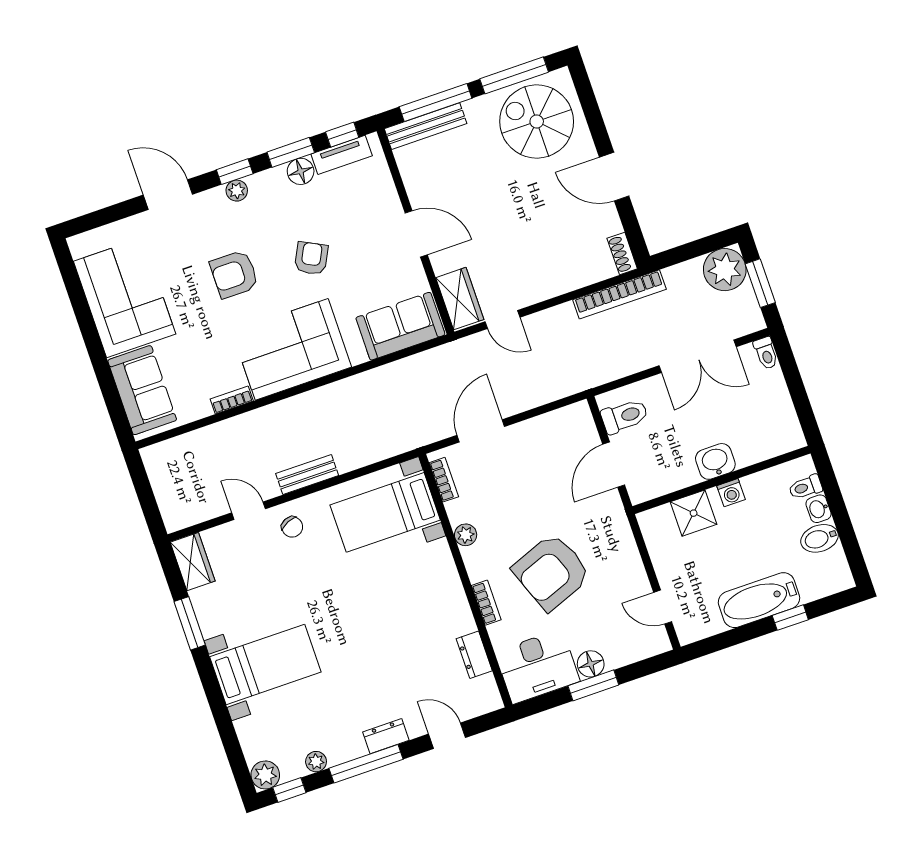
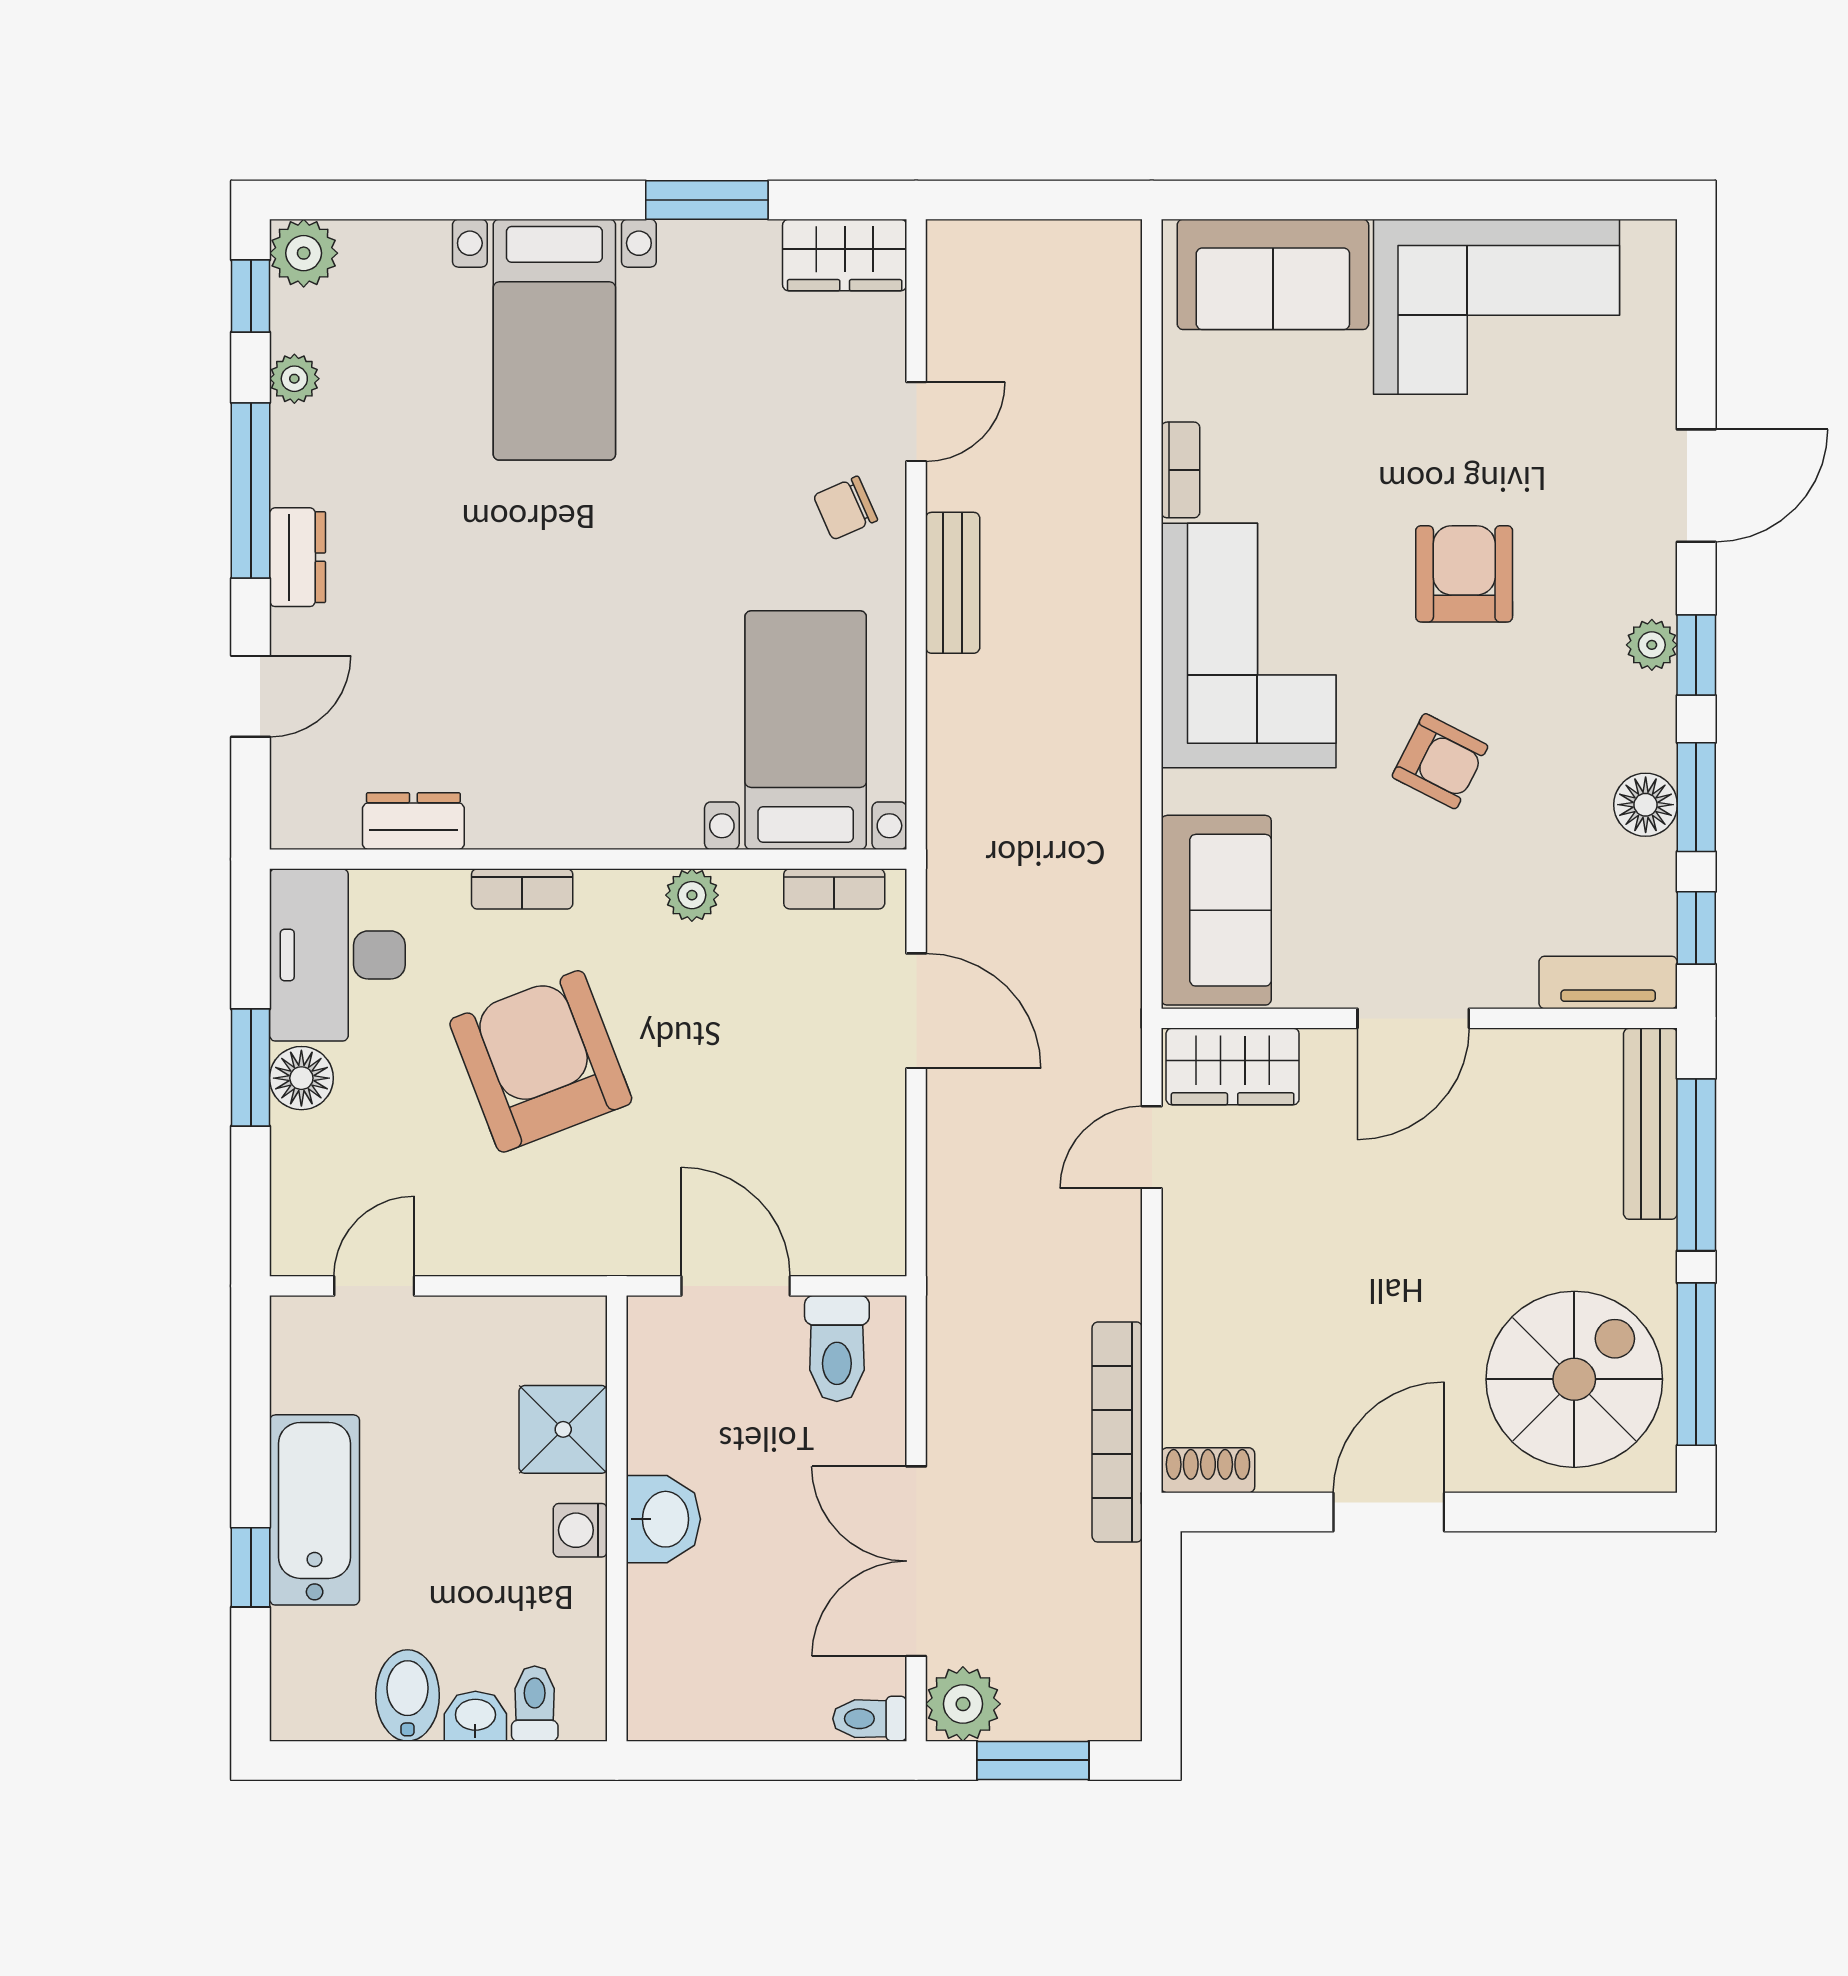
tv unit: (342, 155) -> (1608, 982), moved, turned 90
plant: (725, 270) -> (963, 1704), moved, width x0.73, depth x0.73

